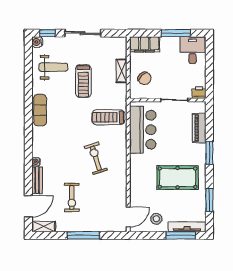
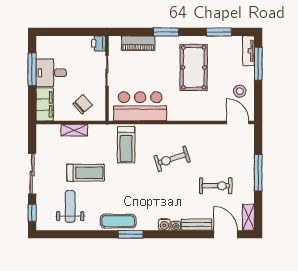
water cooler: (37, 42) -> (164, 224), moved
desk: (192, 50) -> (51, 73), moved
window: (28, 121) -> (131, 234), added
tv unit: (187, 227) -> (249, 51), width x0.71

